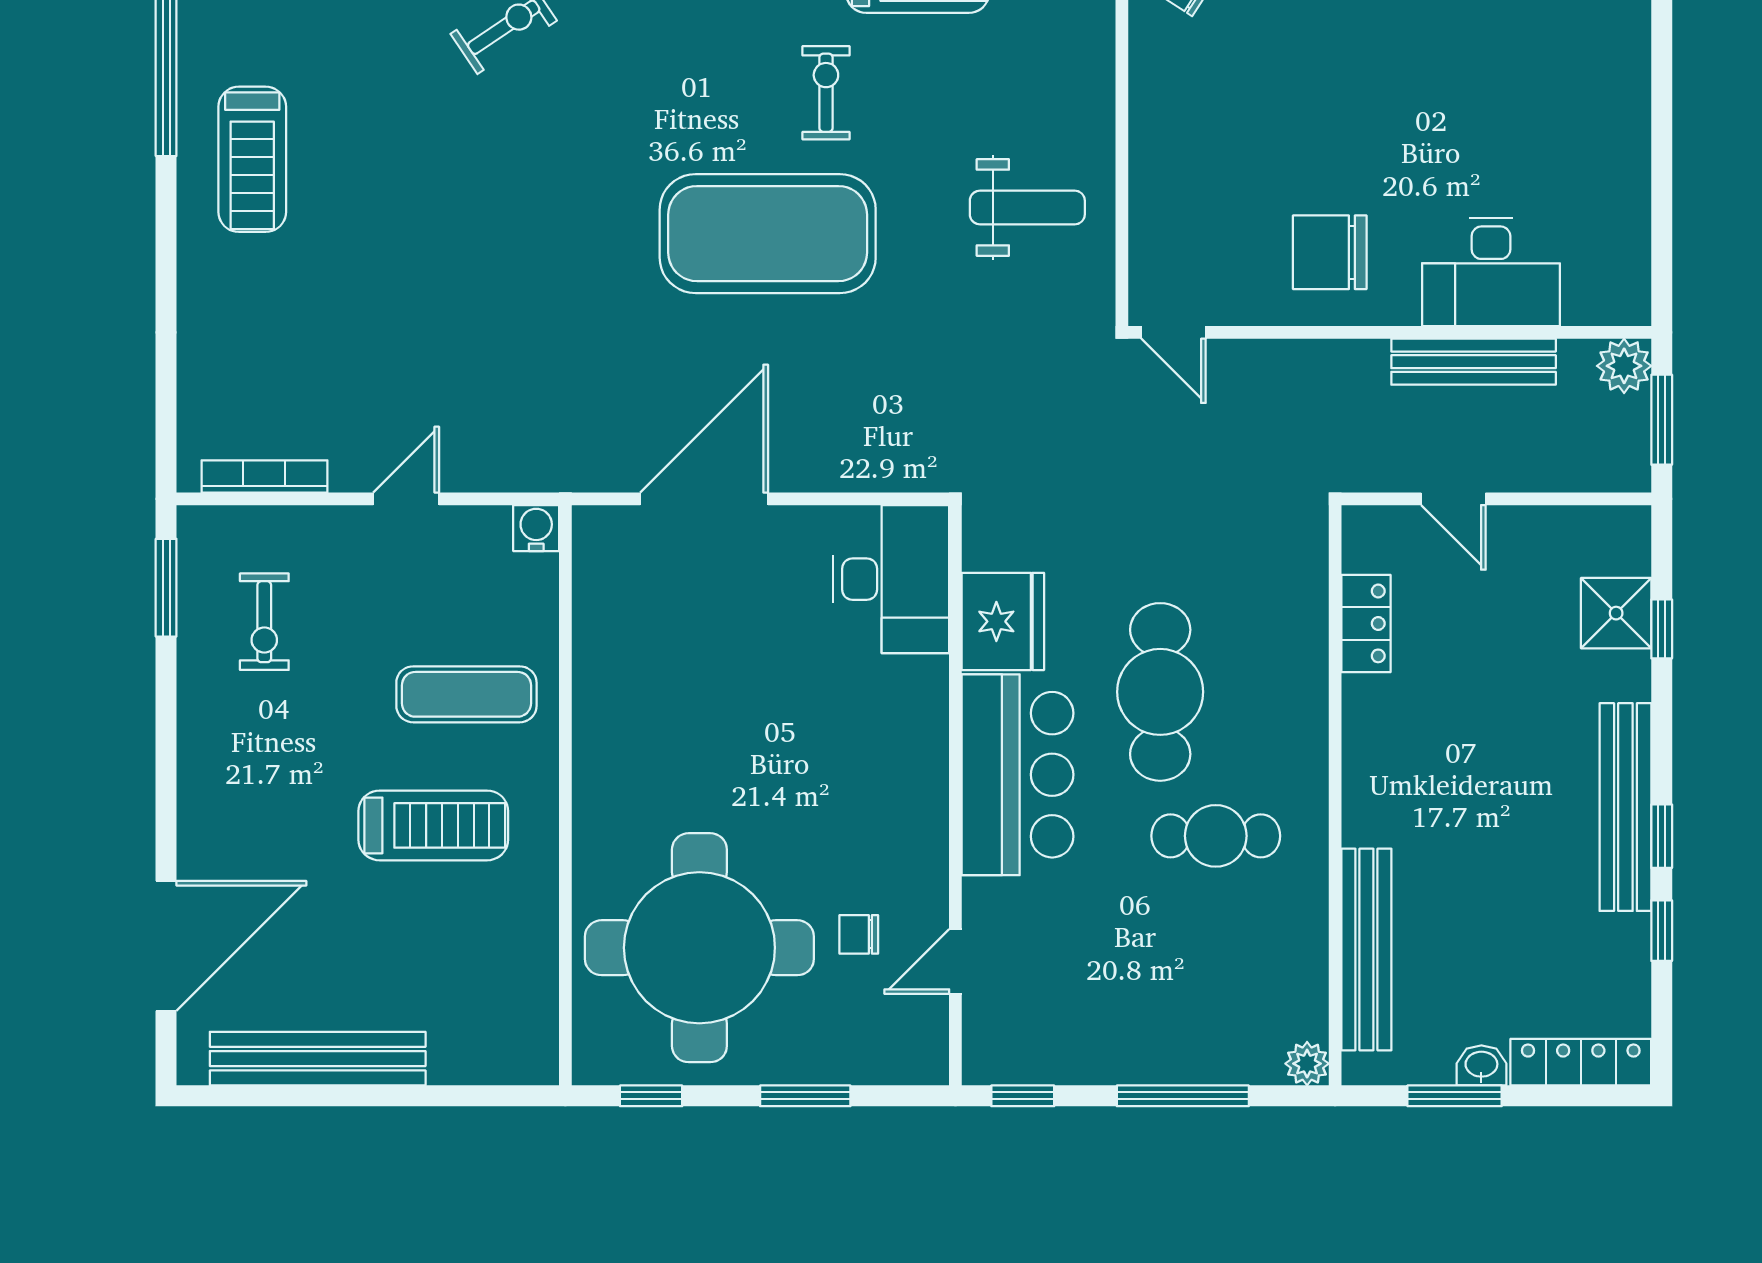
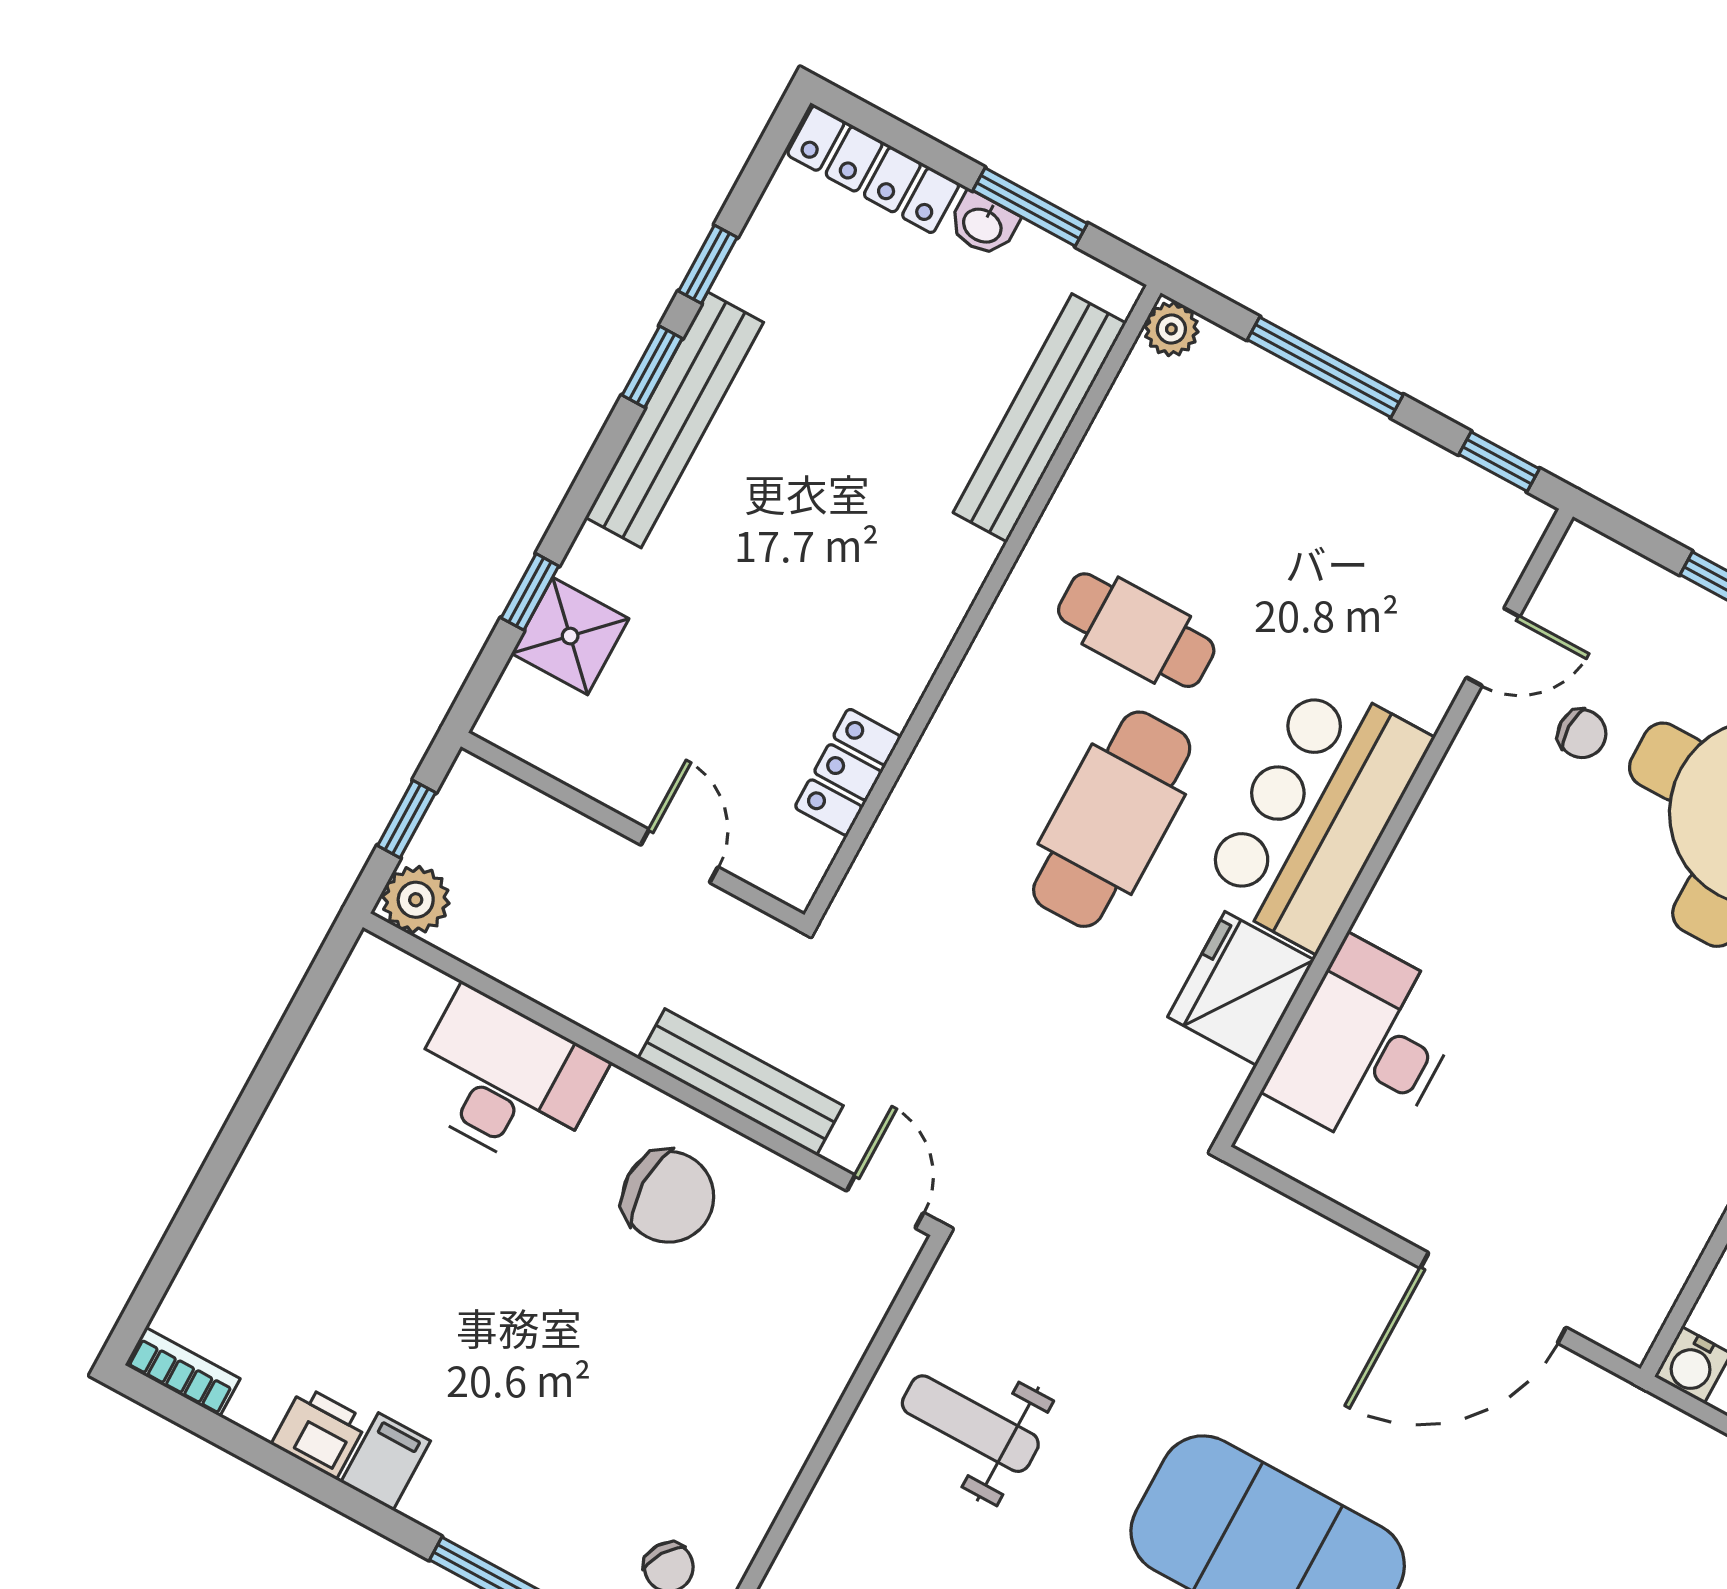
bench: (1474, 362) -> (741, 1082), moved
window: (1662, 420) -> (407, 819), width x0.67
desk: (891, 579) -> (1367, 1046), moved

